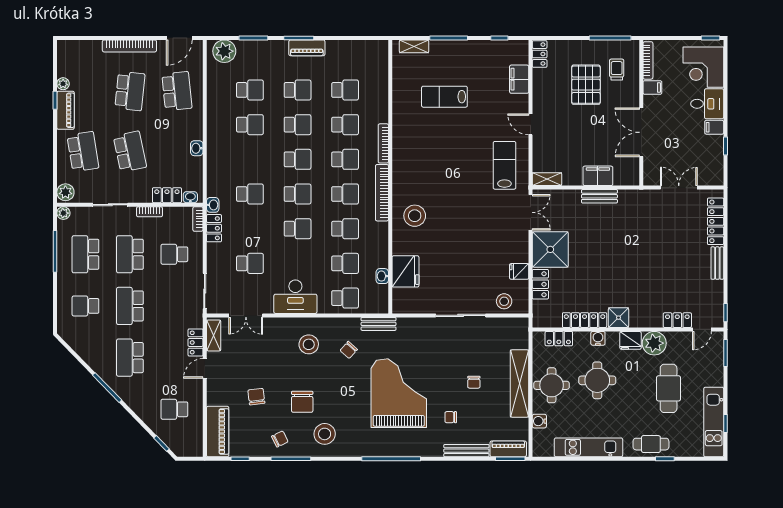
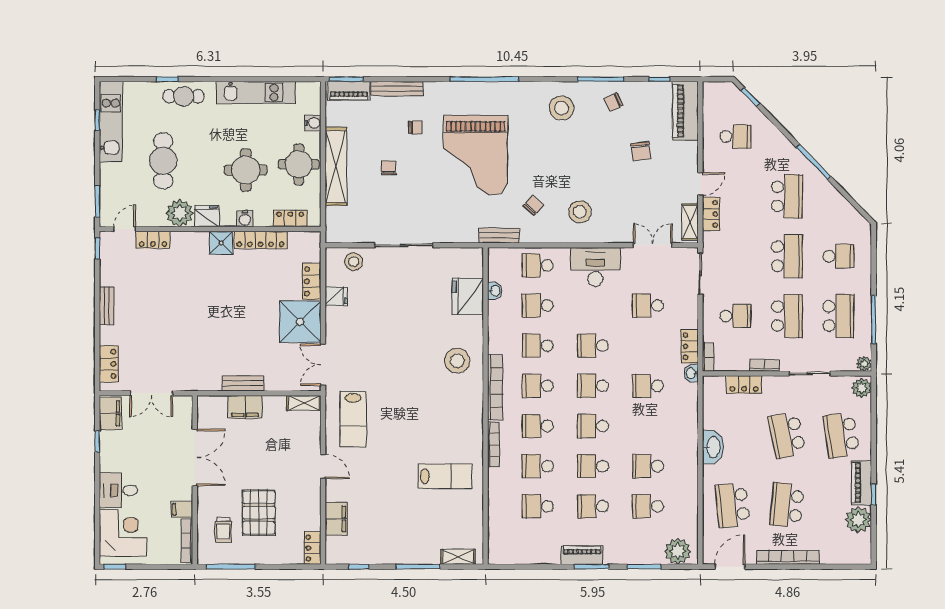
plant: (63, 84) -> (858, 520), width x1.88, depth x1.88
lab bench: (444, 97) -> (445, 476), moved
filing cabinet: (714, 127) -> (110, 413), moved, width x2.00
washbasin: (197, 148) -> (713, 447), width x1.91, depth x1.45
washbasin: (190, 197) -> (717, 382), removed
locker: (716, 221) -> (109, 364), width x0.66
chair: (302, 402) -> (587, 145), removed

